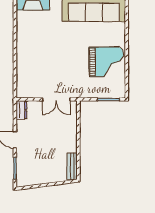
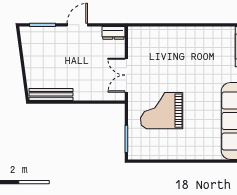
grand piano: (106, 62) -> (162, 111), moved, turned 91
bench: (72, 166) -> (51, 94), width x1.36

